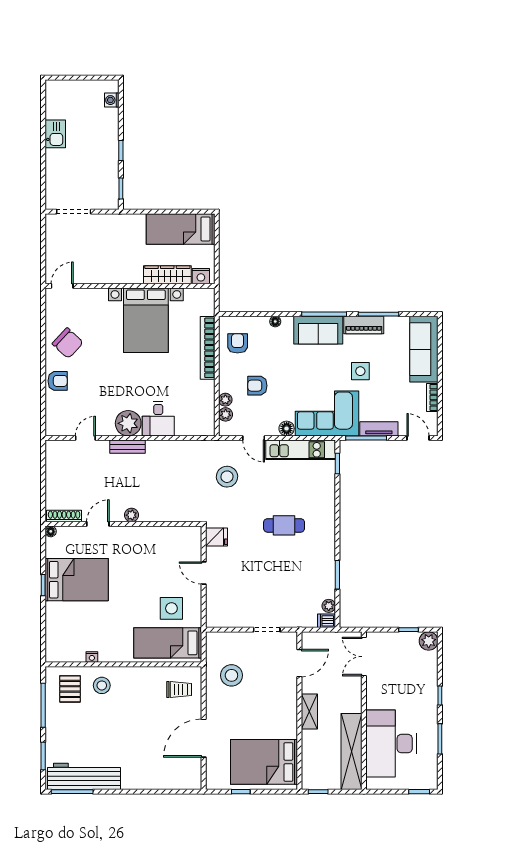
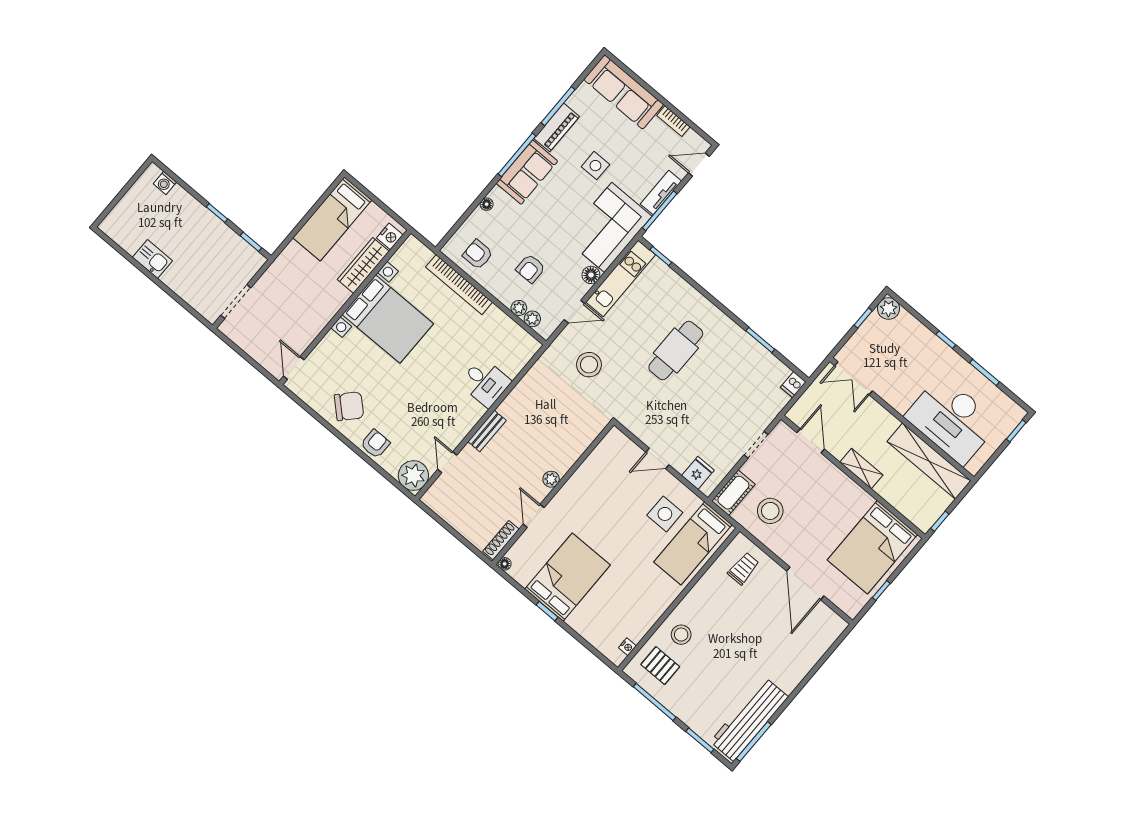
plant: (128, 423) -> (413, 476), moved
cafe table: (284, 525) -> (676, 350), width x1.37, depth x1.35
fridge: (216, 537) -> (698, 473), moved
plant: (329, 606) -> (782, 371), removed
cot: (223, 641) -> (733, 493), added
nightstand: (92, 657) -> (627, 647), moved

